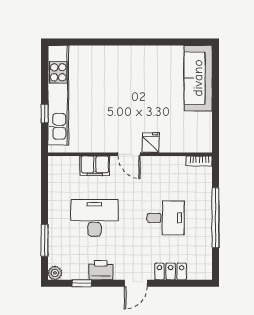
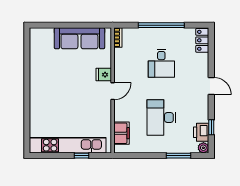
sofa: (198, 78) -> (79, 38), moved
filing cabinet: (95, 166) -> (121, 133), moved
desk: (166, 218) -> (161, 63), turned 180
printer: (101, 270) -> (201, 132), moved
locker: (171, 271) -> (202, 40), moved

